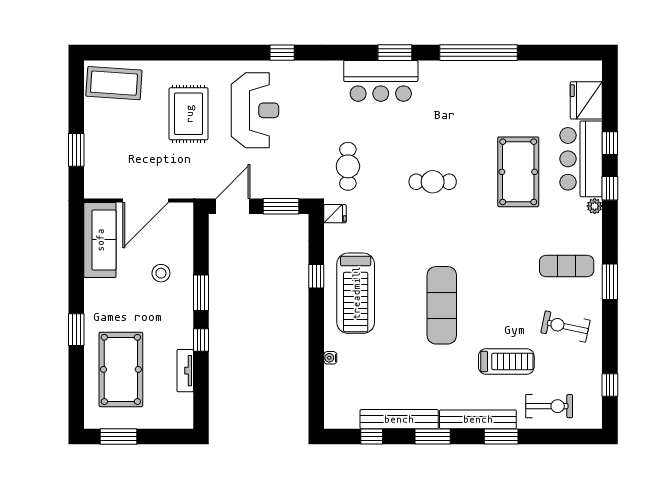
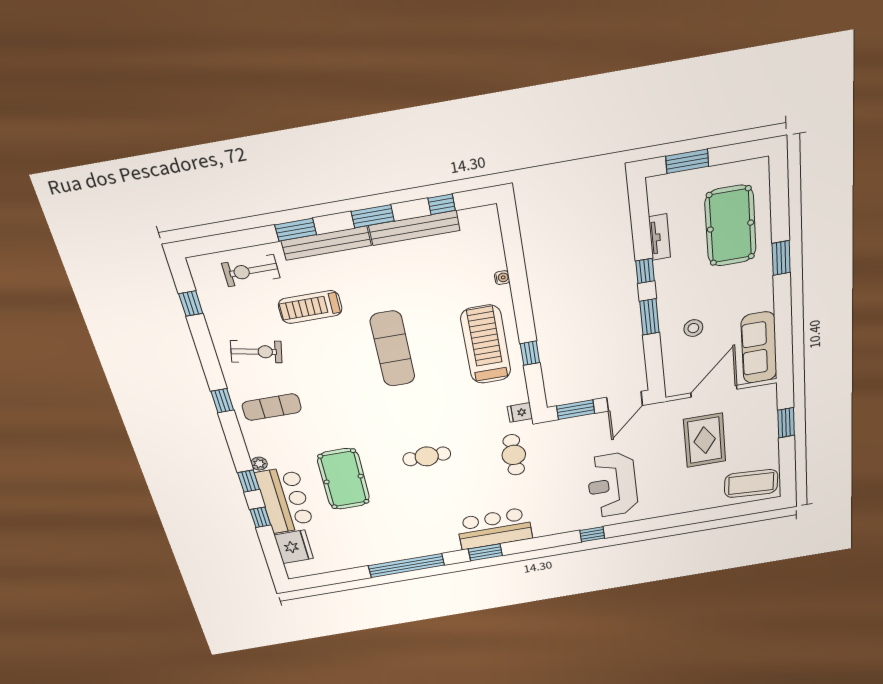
rug: (189, 114) -> (705, 440), moved
window: (610, 282) -> (222, 401), width x0.67
window: (118, 437) -> (687, 161), moved

